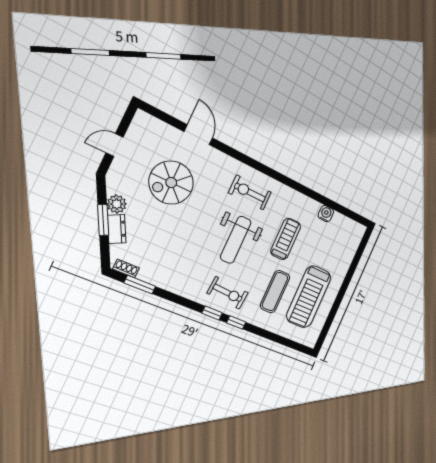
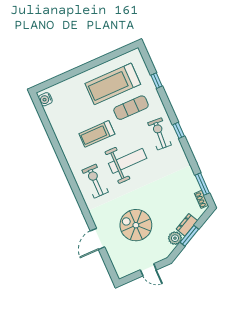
spiral stairs: (171, 183) -> (136, 225), turned 180
exercise bike: (250, 192) -> (95, 181), turned 180
water cooler: (326, 214) -> (45, 99), moved
treadmill: (309, 297) -> (113, 84), turned 180
window: (236, 322) -> (156, 81), moved

